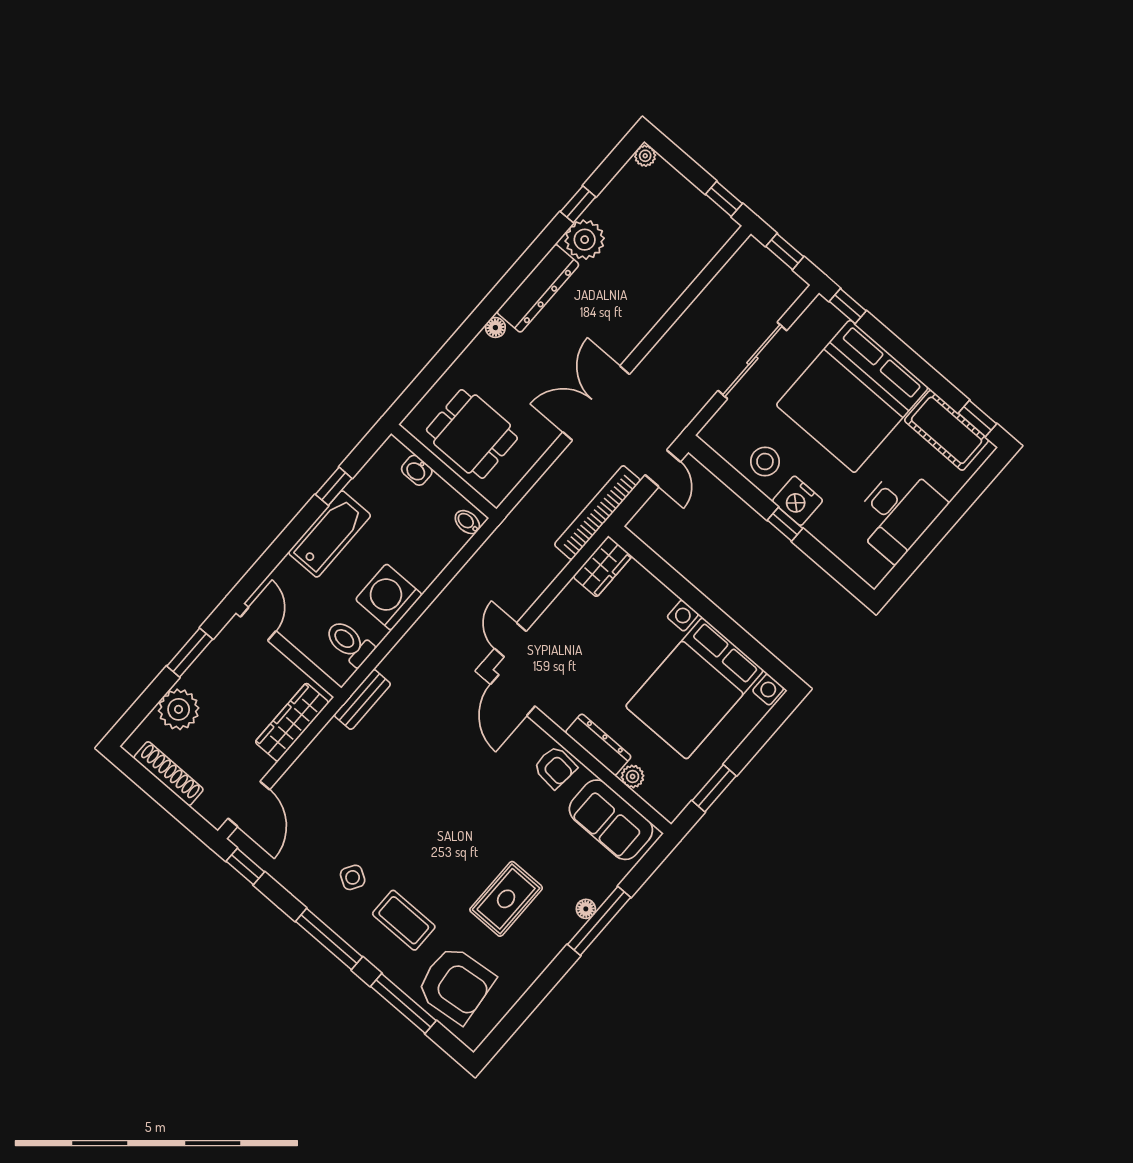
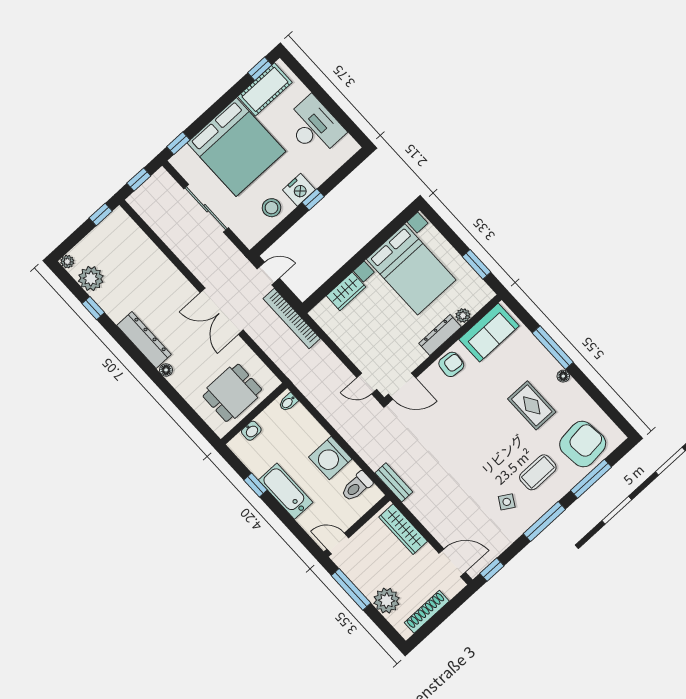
plant: (585, 240) -> (91, 279), moved
wardrobe: (602, 567) -> (346, 291), moved, turned 90
window: (190, 653) -> (351, 589), width x1.44
floor lamp: (586, 909) -> (563, 376), moved

